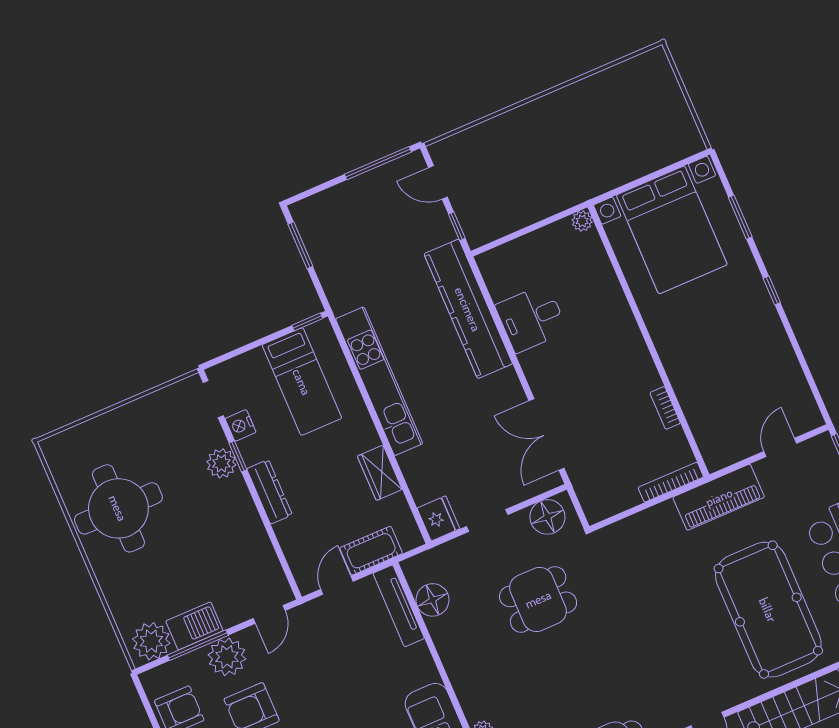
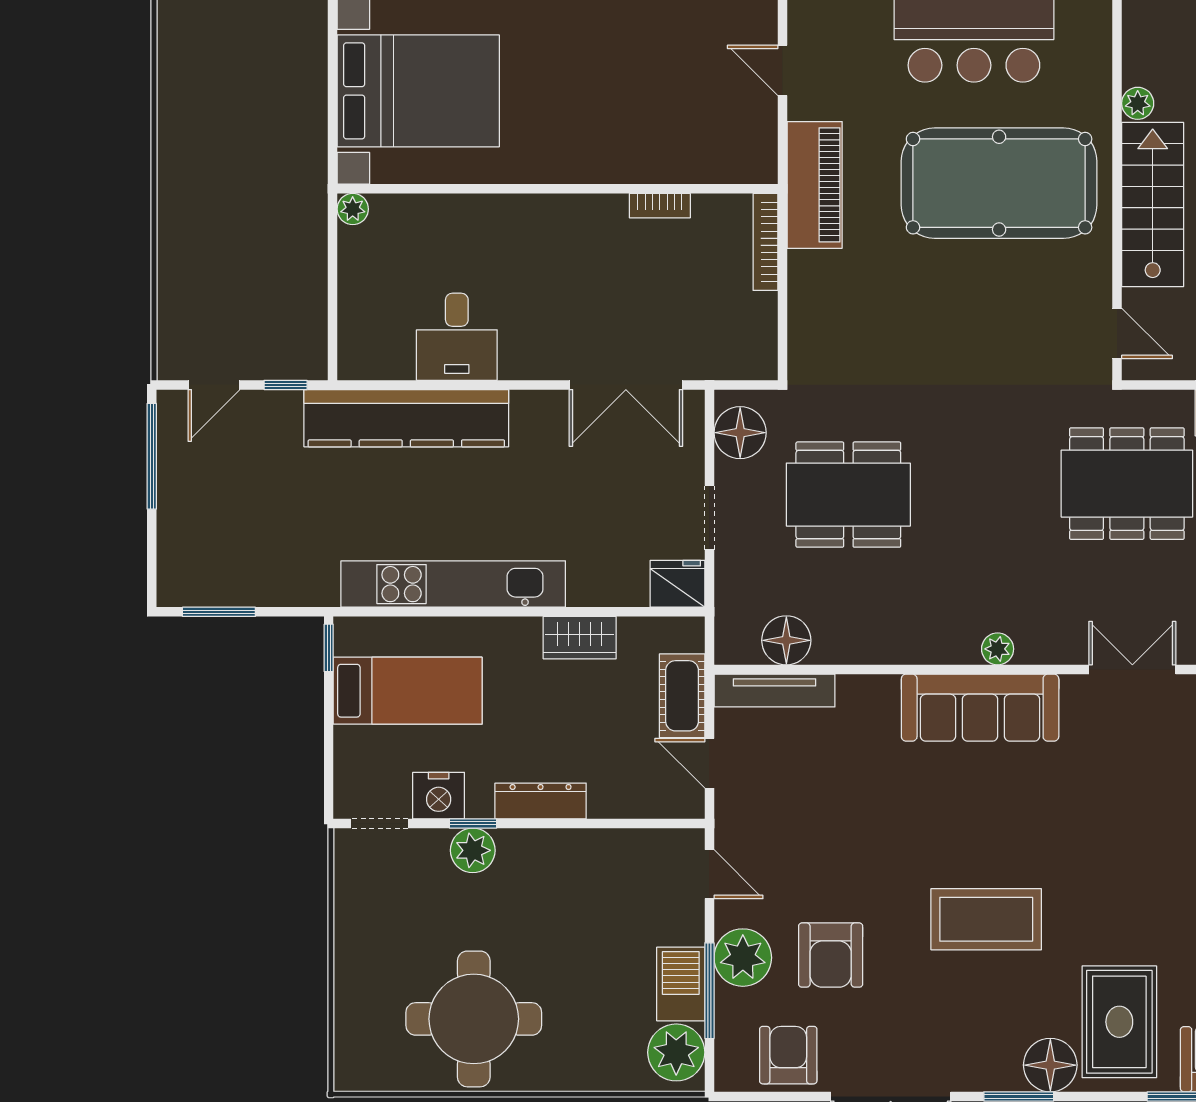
nightstand: (241, 425) -> (439, 796), width x1.36, depth x1.33
dining table: (538, 599) -> (848, 495), width x1.38

